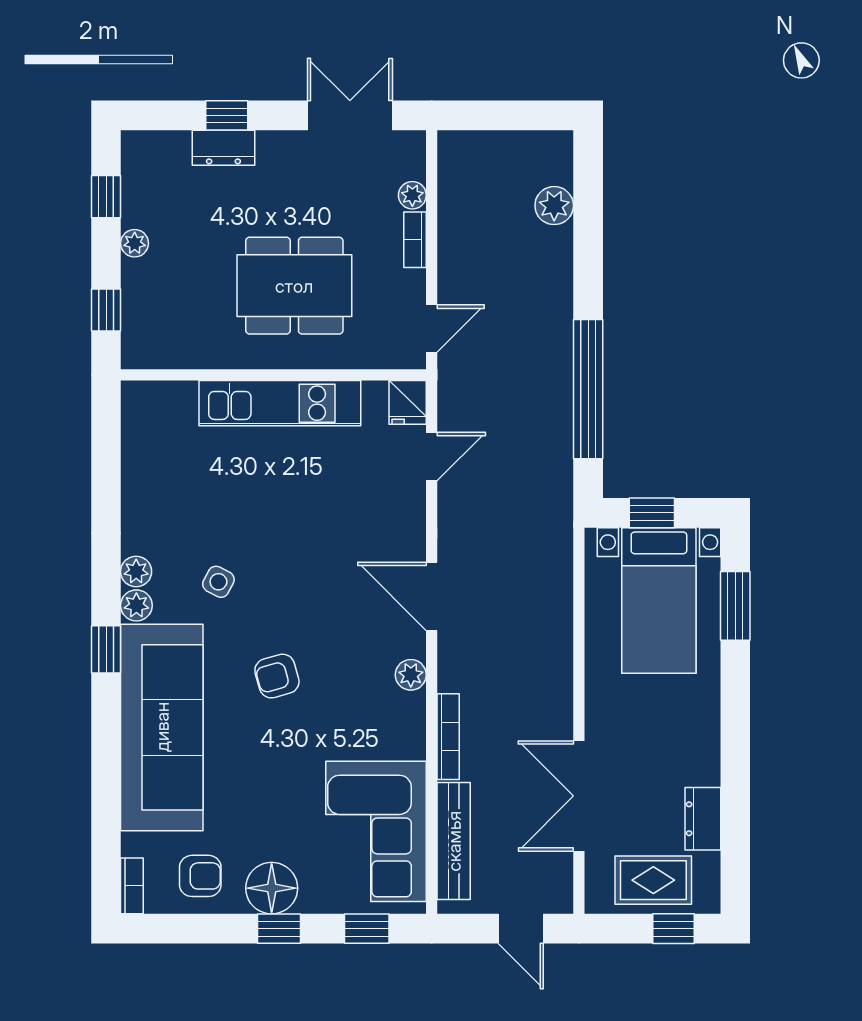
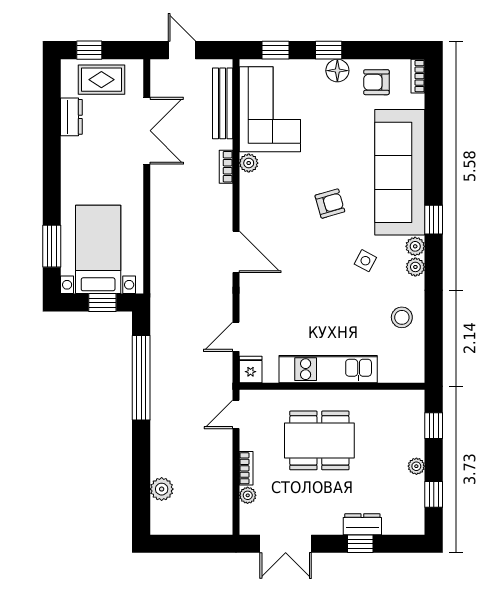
stool: (158, 488) -> (402, 317), added
plant: (411, 675) -> (249, 163), moved
bookcase: (448, 737) -> (226, 167), width x0.64
floor lamp: (272, 888) -> (337, 71), width x0.73, depth x0.73

